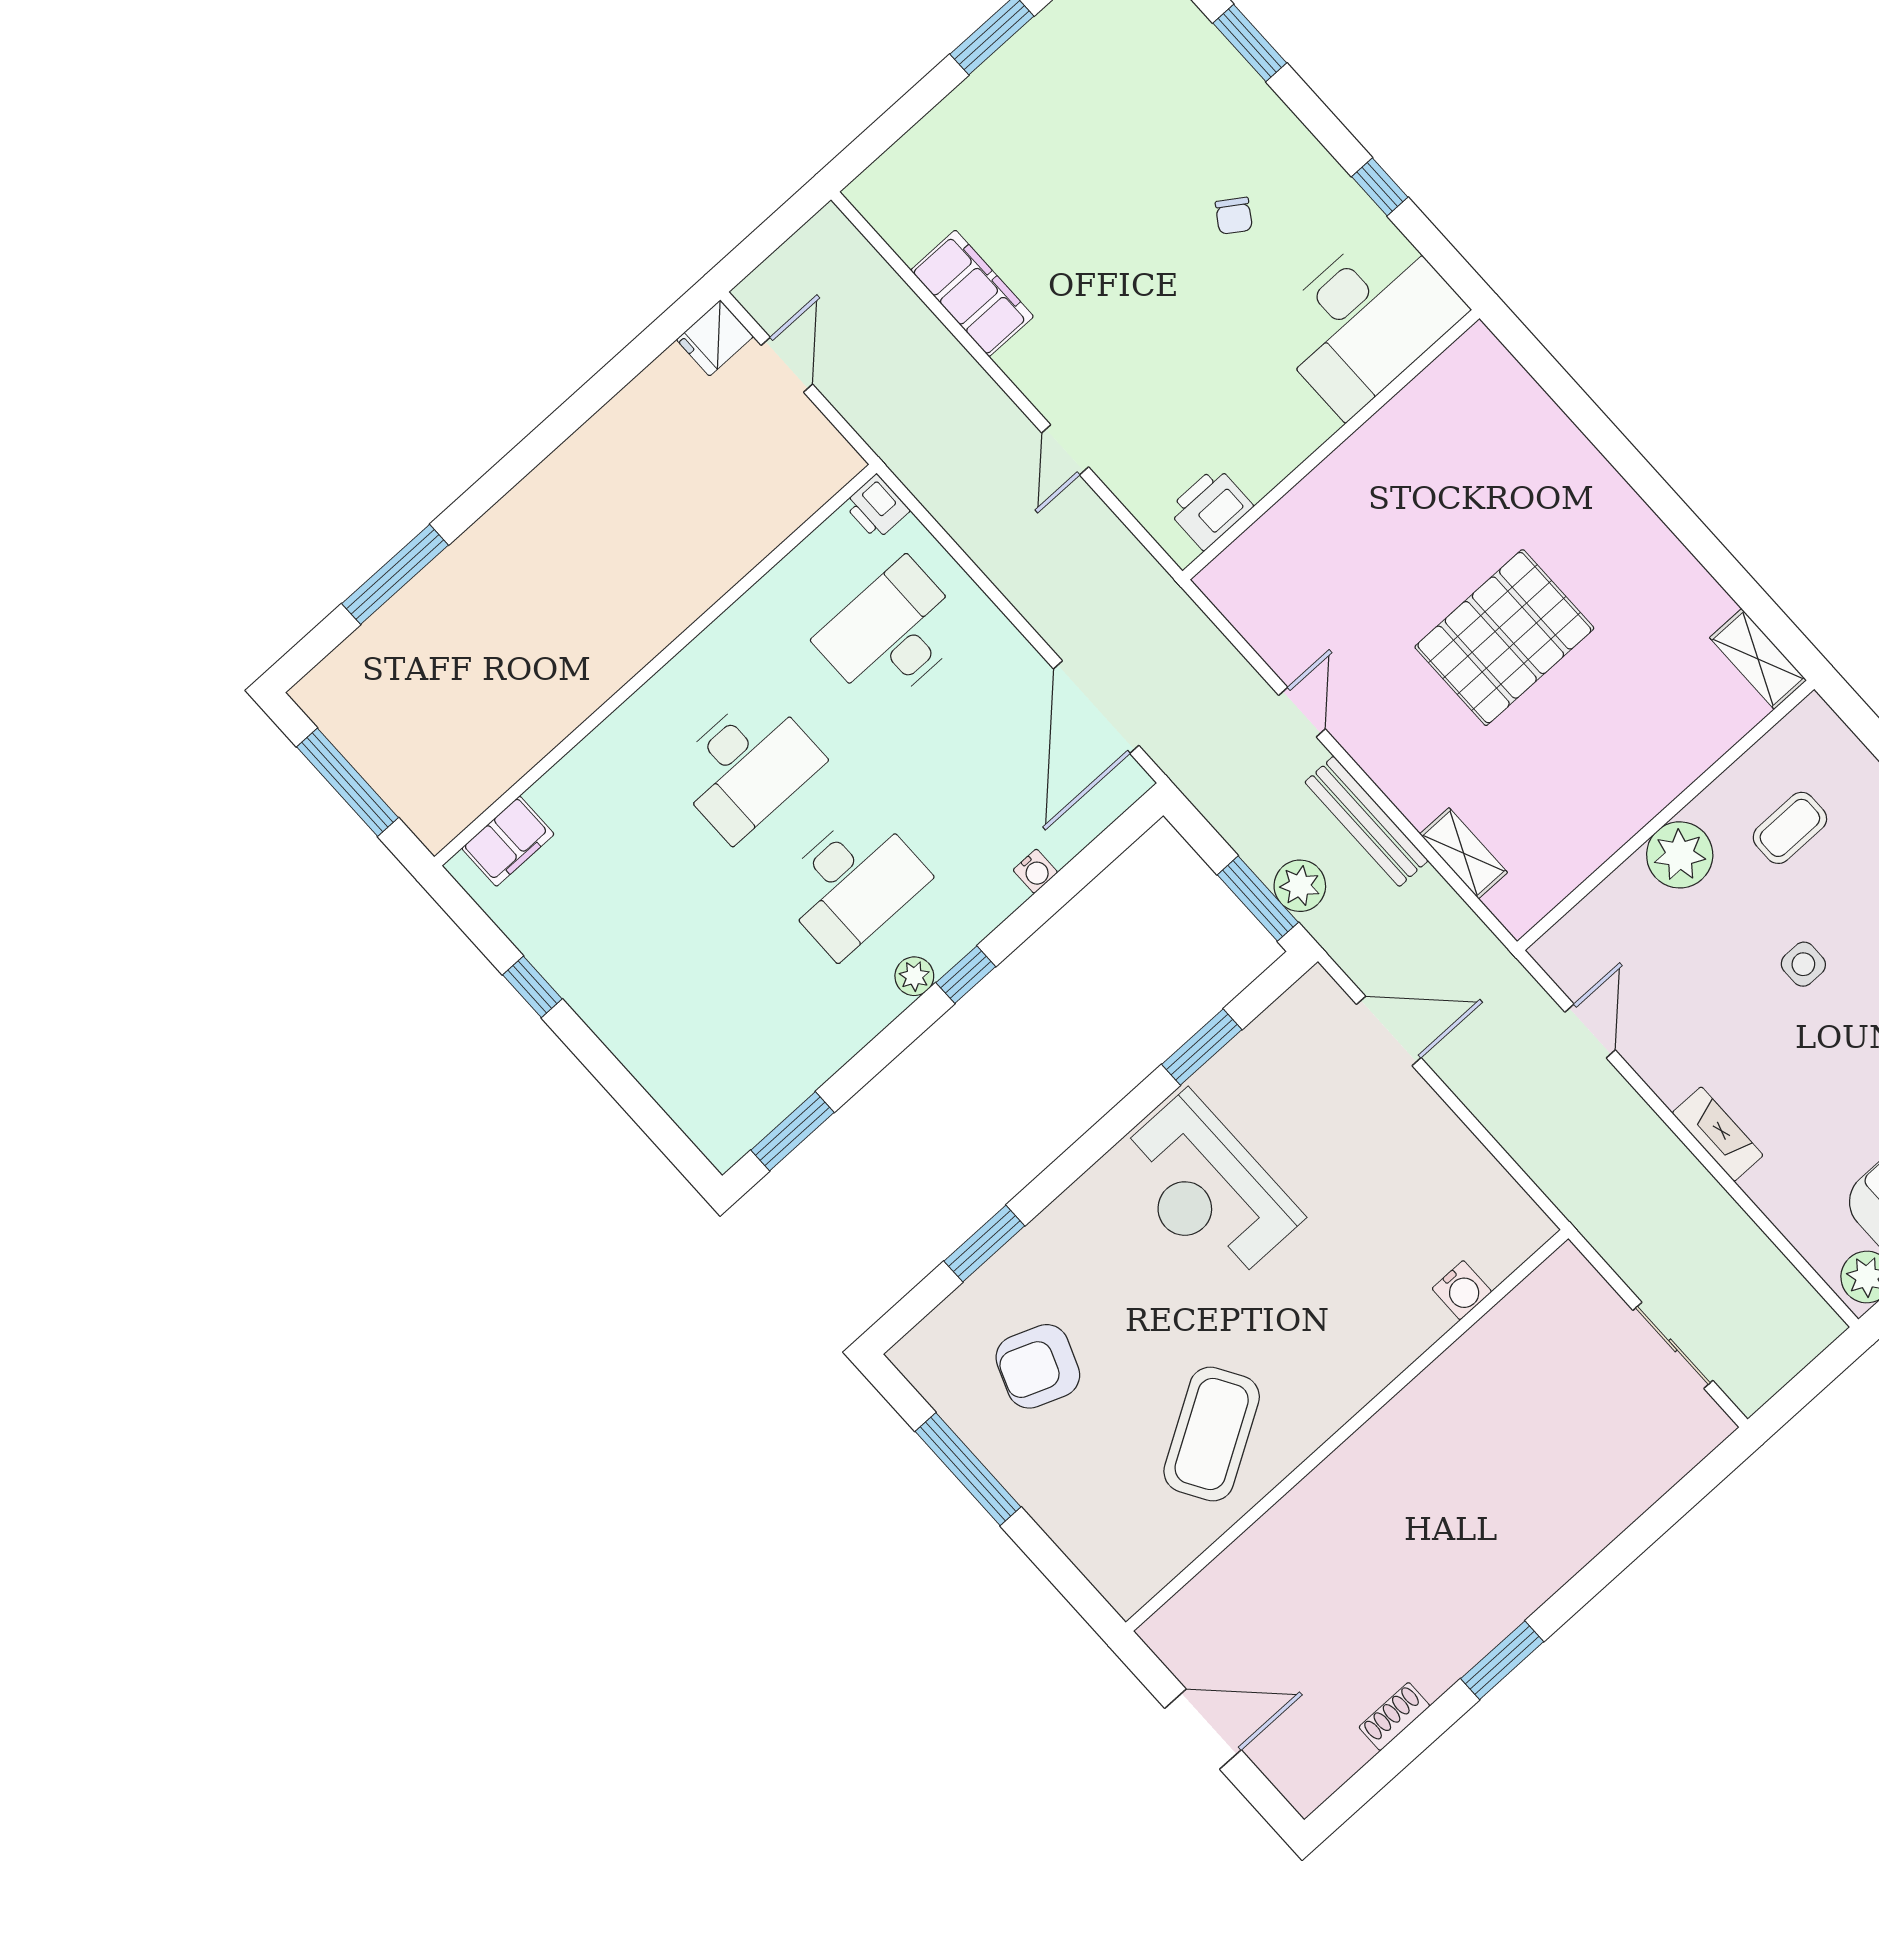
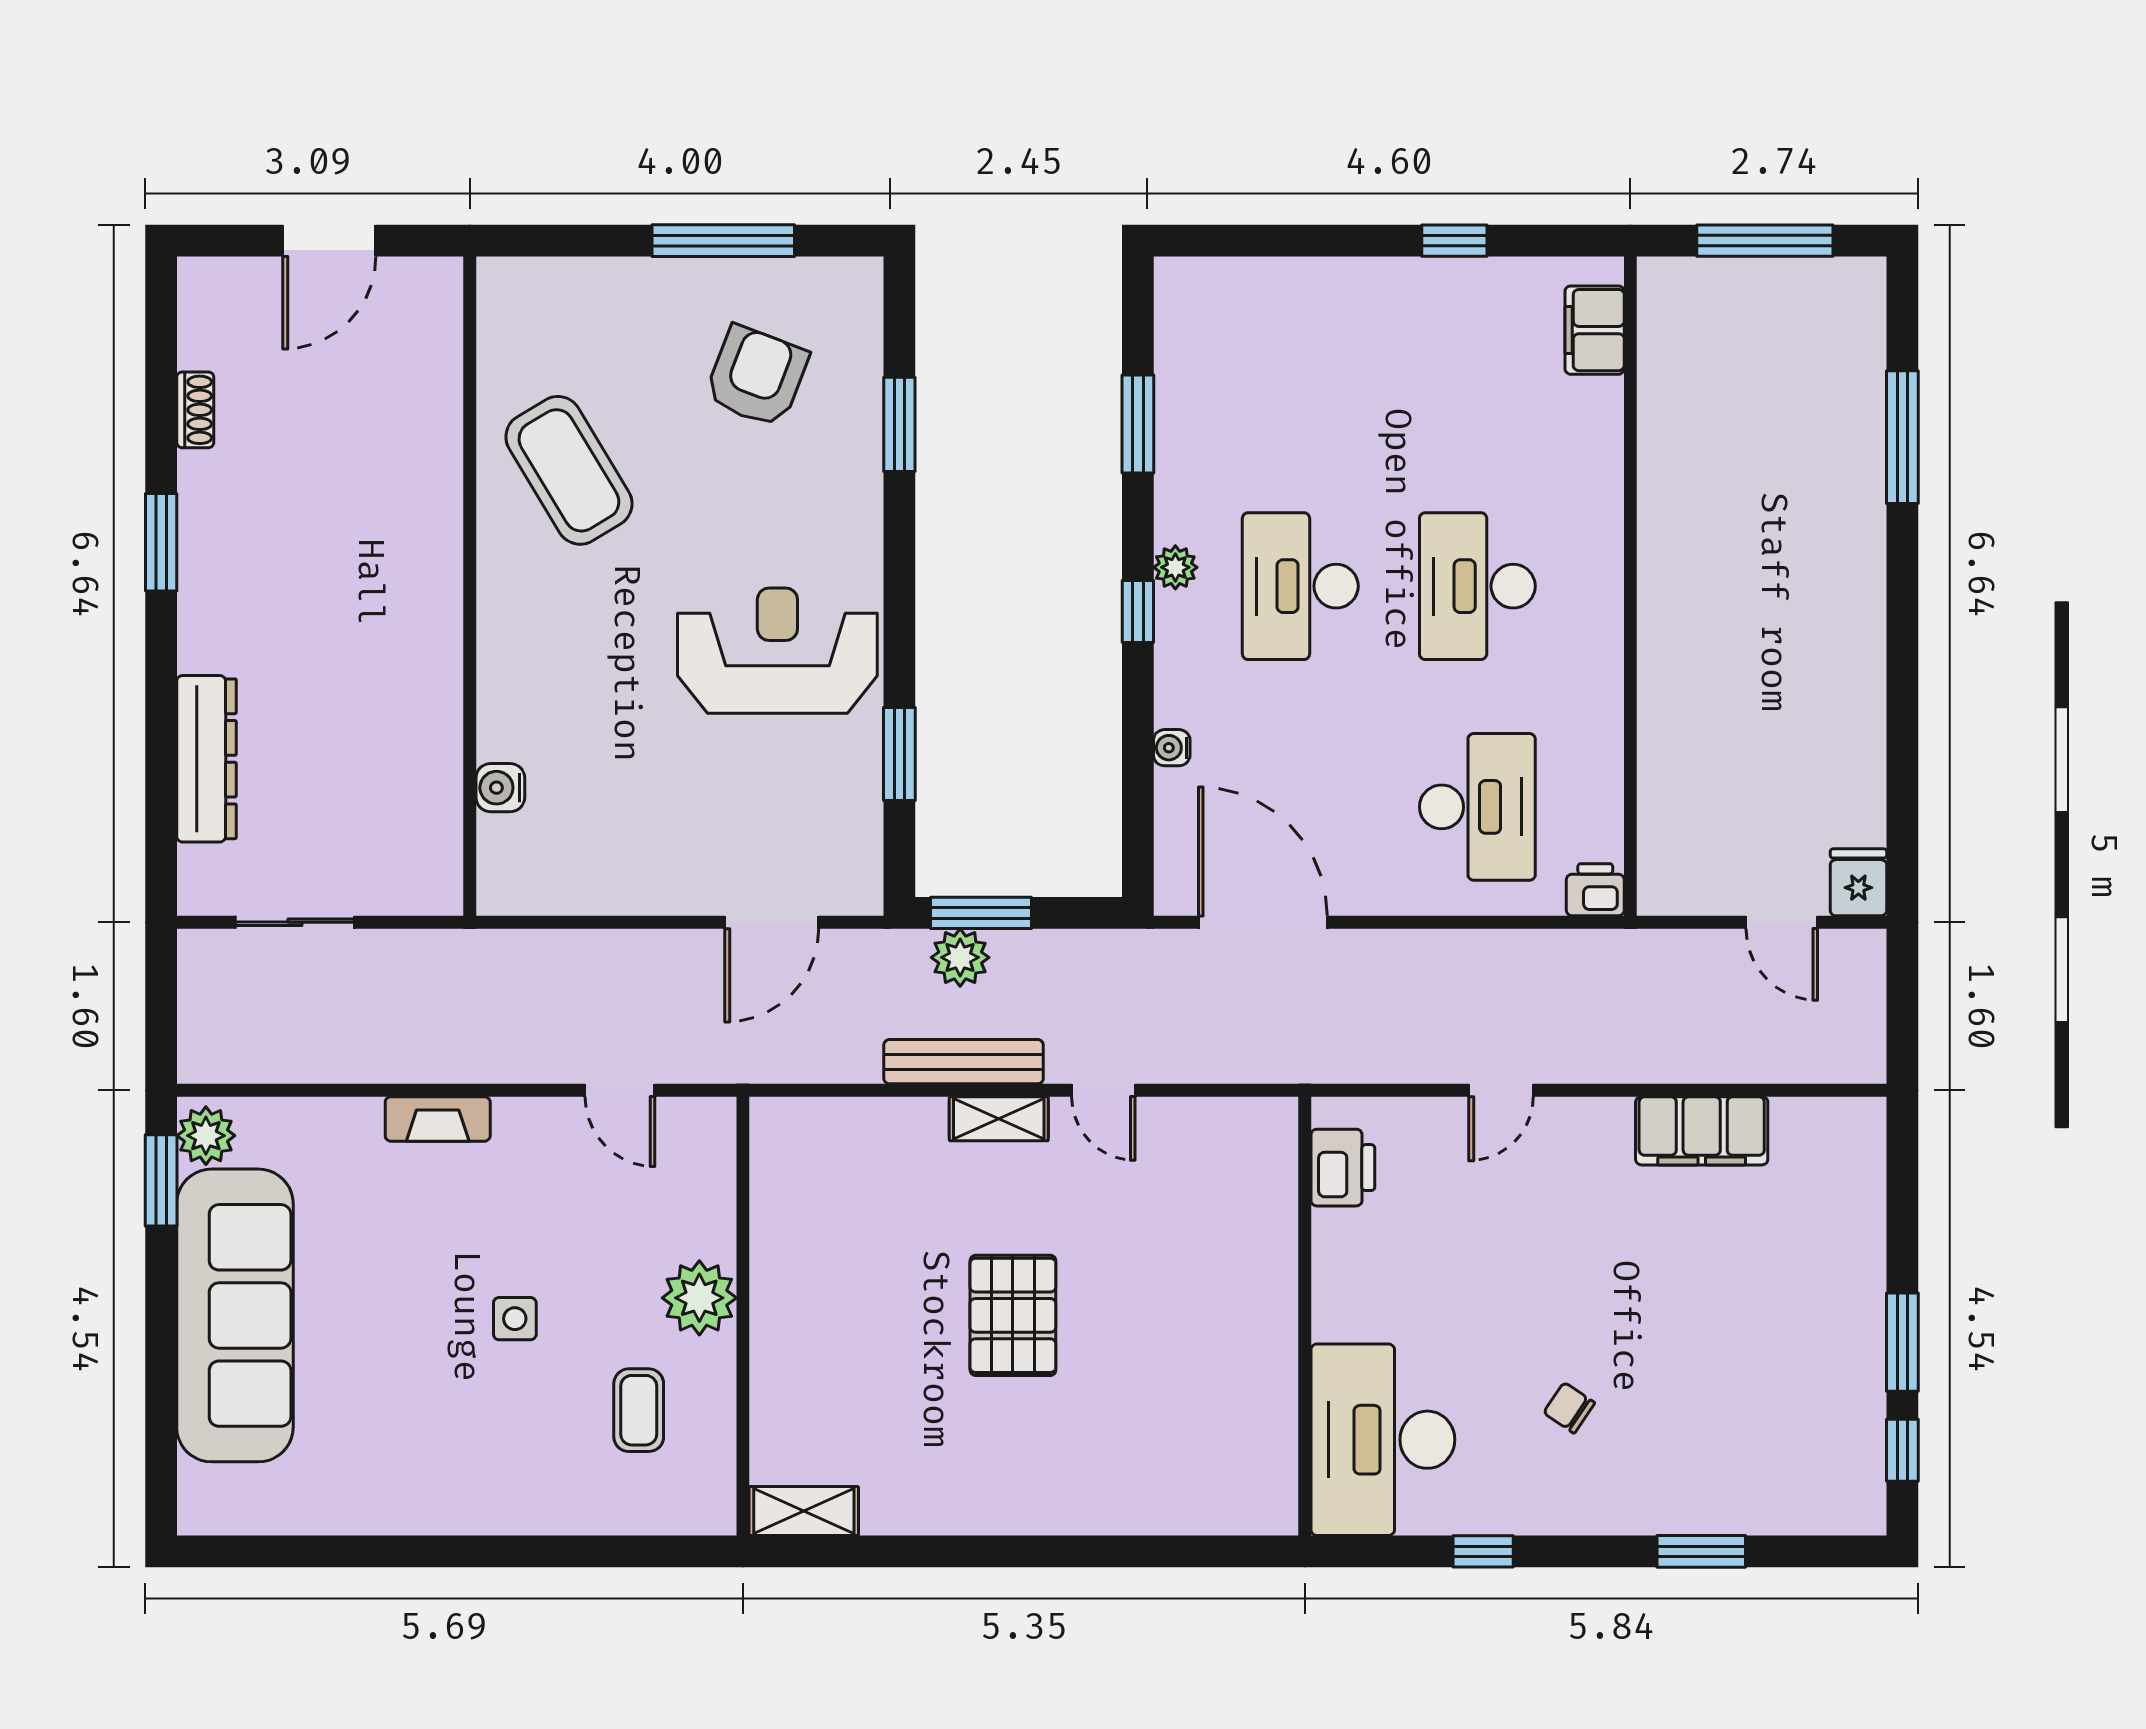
door: (1065, 450) -> (1501, 1090), swing flipped
pallet: (1504, 638) -> (1013, 1315), width x0.73, depth x0.71
shelving: (1464, 853) -> (999, 1119), moved
window: (793, 1131) -> (1138, 424), moved
dresser: (1618, 1501) -> (206, 759), added

